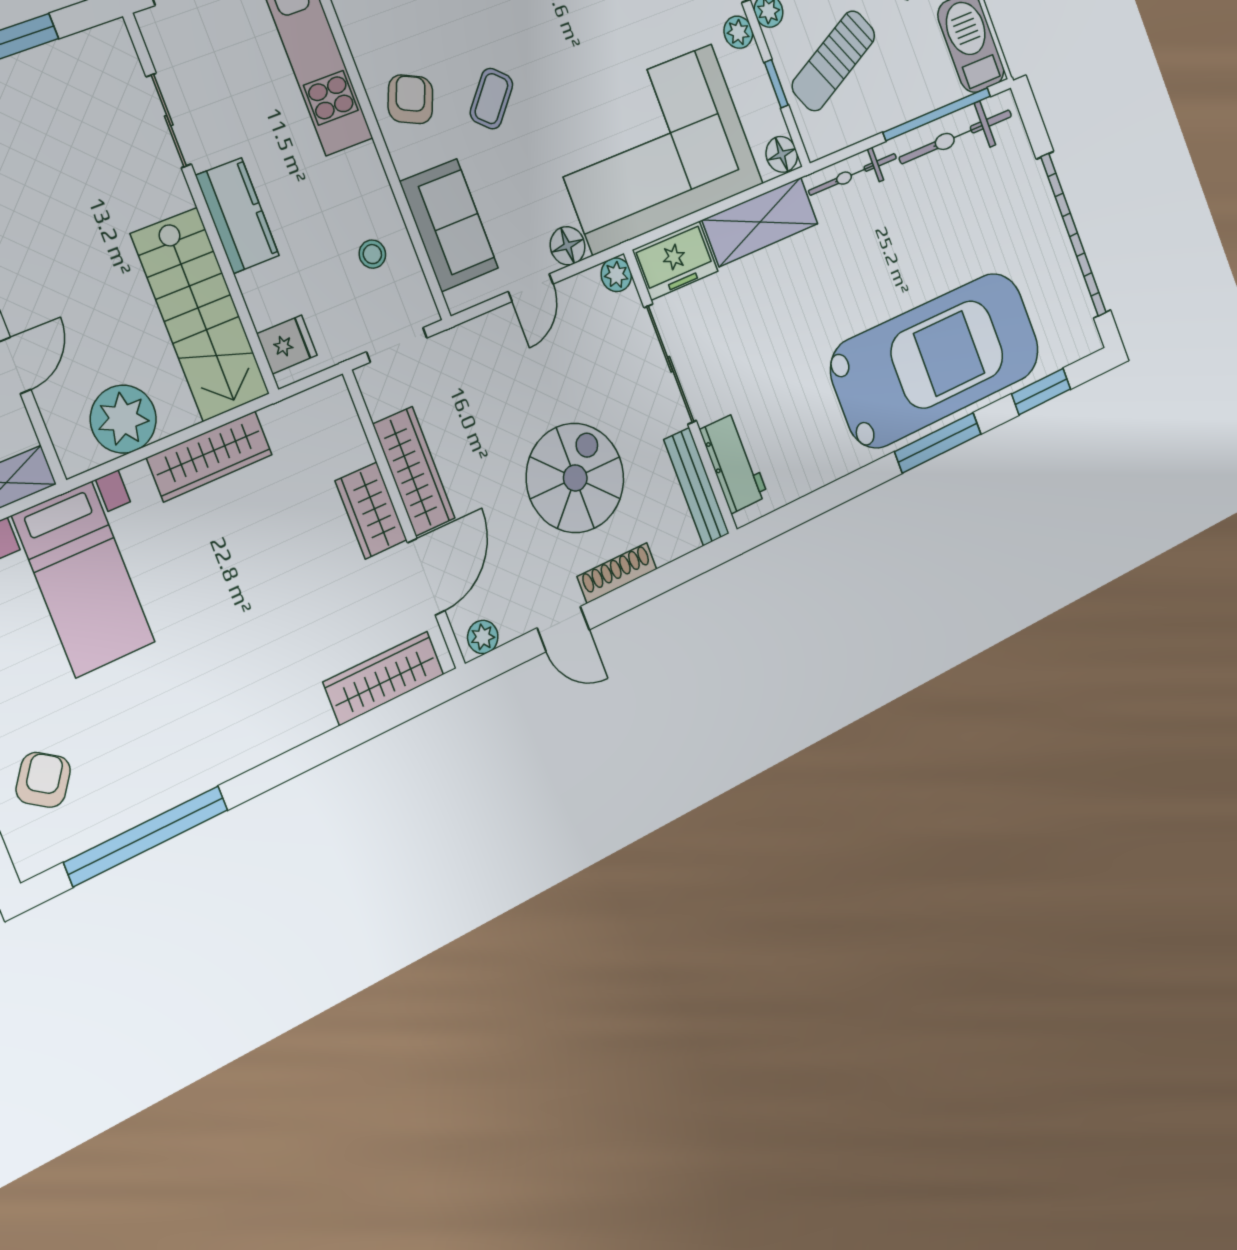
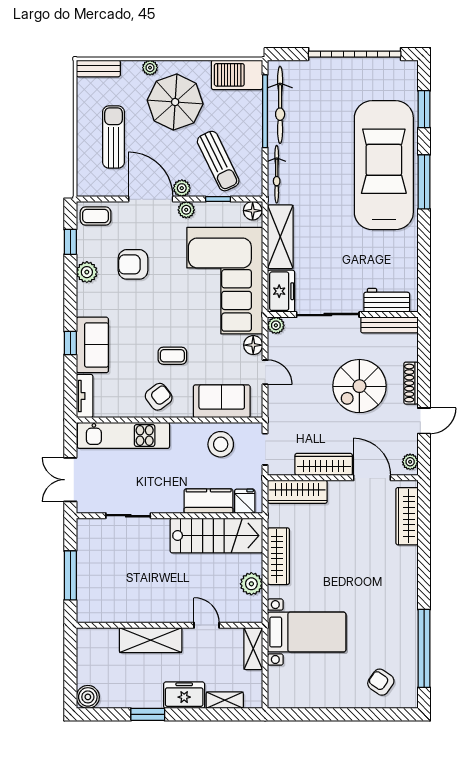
armchair: (410, 99) -> (159, 397), turned 119
coffee table: (491, 99) -> (172, 356), turned -42
kitchen counter: (237, 216) -> (209, 501), moved
stool: (372, 254) -> (221, 444), width x1.89, depth x1.89
plant: (123, 419) -> (251, 584), width x0.73, depth x0.73
spiral stairs: (575, 478) -> (359, 386), turned -90
wardrobe: (371, 510) -> (297, 492), moved, width x1.50

